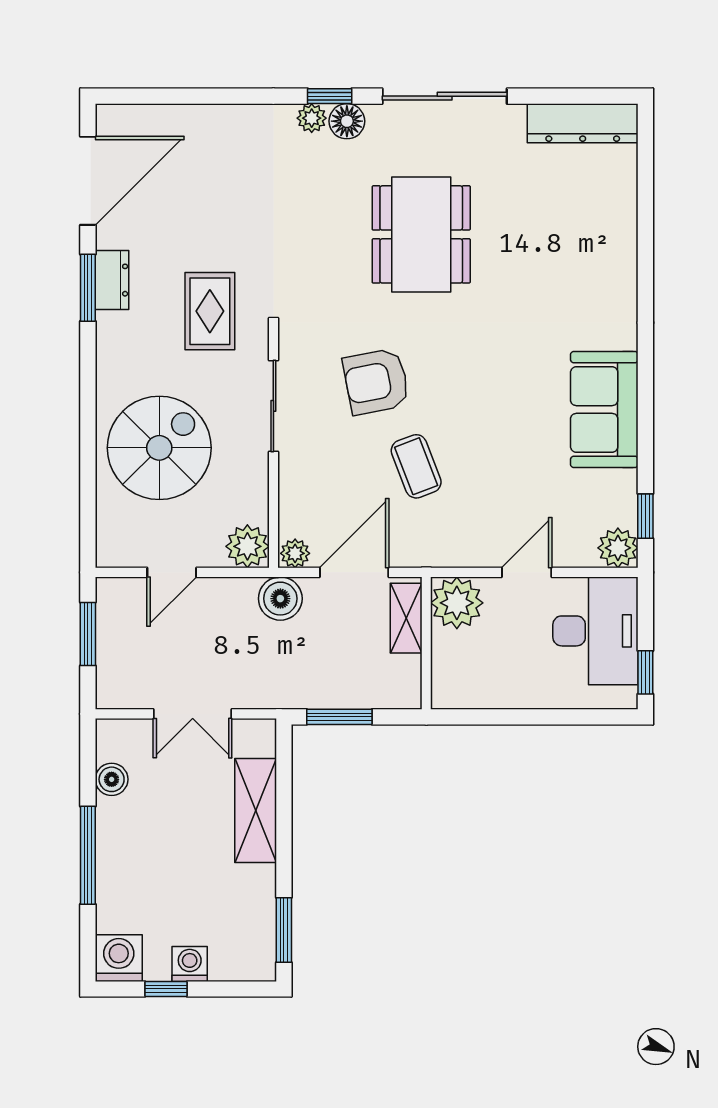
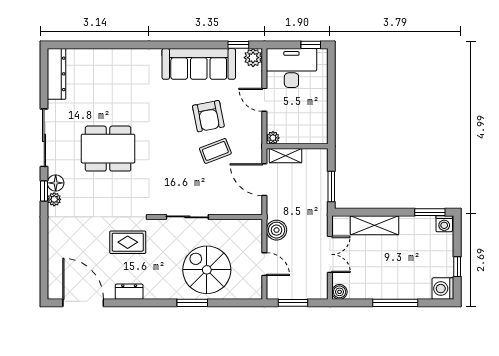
window: (88, 288) -> (192, 303), moved
rug: (210, 311) -> (128, 242), moved
armchair: (376, 382) -> (208, 116), moved
sofa: (604, 409) -> (199, 64), width x1.36
plant: (247, 546) -> (252, 229), removed
plant: (295, 553) -> (256, 207), removed
boiler: (280, 599) -> (277, 230), moved
plant: (457, 603) -> (273, 138), width x0.53, depth x0.53
boiler: (112, 779) -> (340, 292), moved
washing machine: (190, 964) -> (444, 224), moved, turned -90

